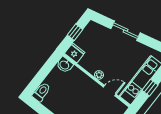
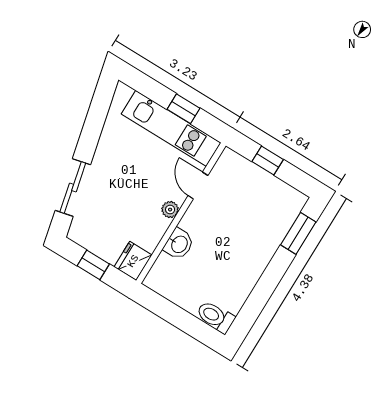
sliding door: (126, 31) -> (73, 188), moved
washbasin: (65, 65) -> (179, 244), moved

